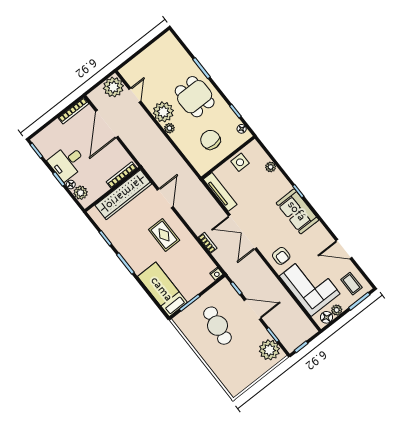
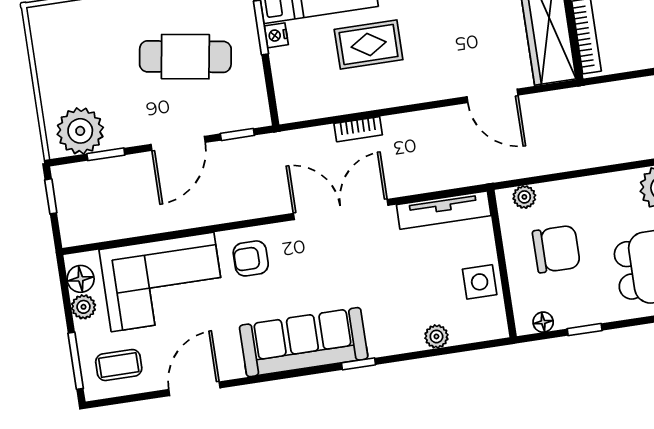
plant: (169, 128) -> (524, 197), moved
sofa: (297, 211) -> (304, 342), width x1.36
rug: (164, 235) -> (369, 44), moved
nightstand: (216, 274) -> (276, 35), moved

